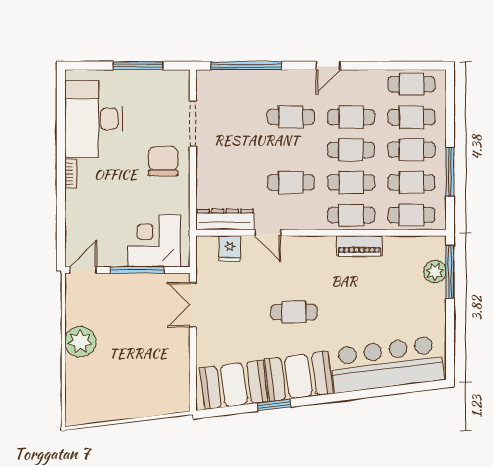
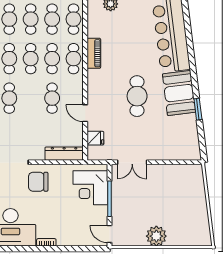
dresser: (225, 219) -> (64, 154), moved, turned 90
door: (268, 233) -> (85, 113), swing flipped
cafe table: (294, 312) -> (137, 96), width x1.37, depth x1.35
booth: (234, 385) -> (185, 135), removed

